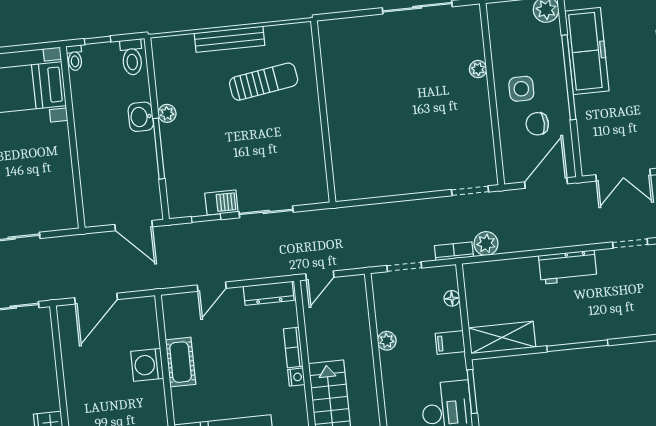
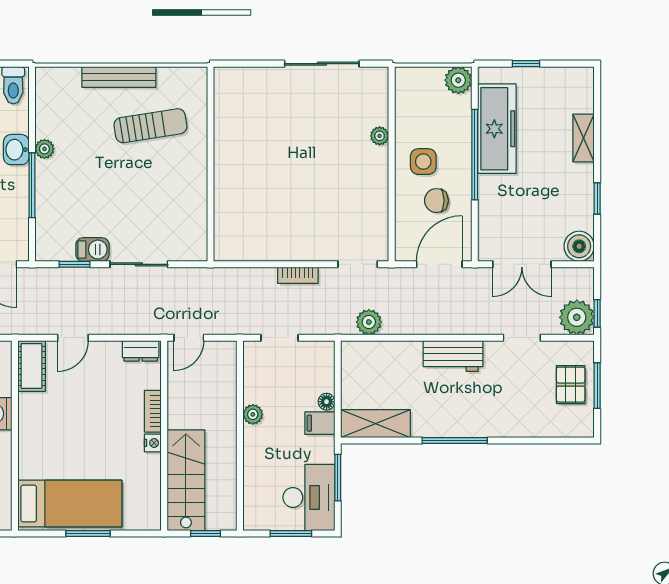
bookcase: (454, 251) -> (298, 275), moved, turned 180
dresser: (269, 293) -> (141, 351), width x0.70
floor lamp: (452, 298) -> (327, 402), moved
cot: (181, 362) -> (32, 366), moved

